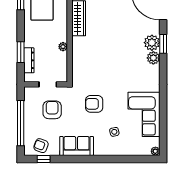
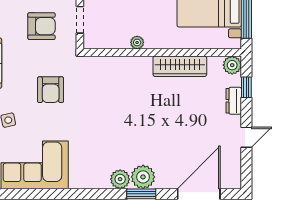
armchair: (94, 104) -> (51, 90), turned 180

